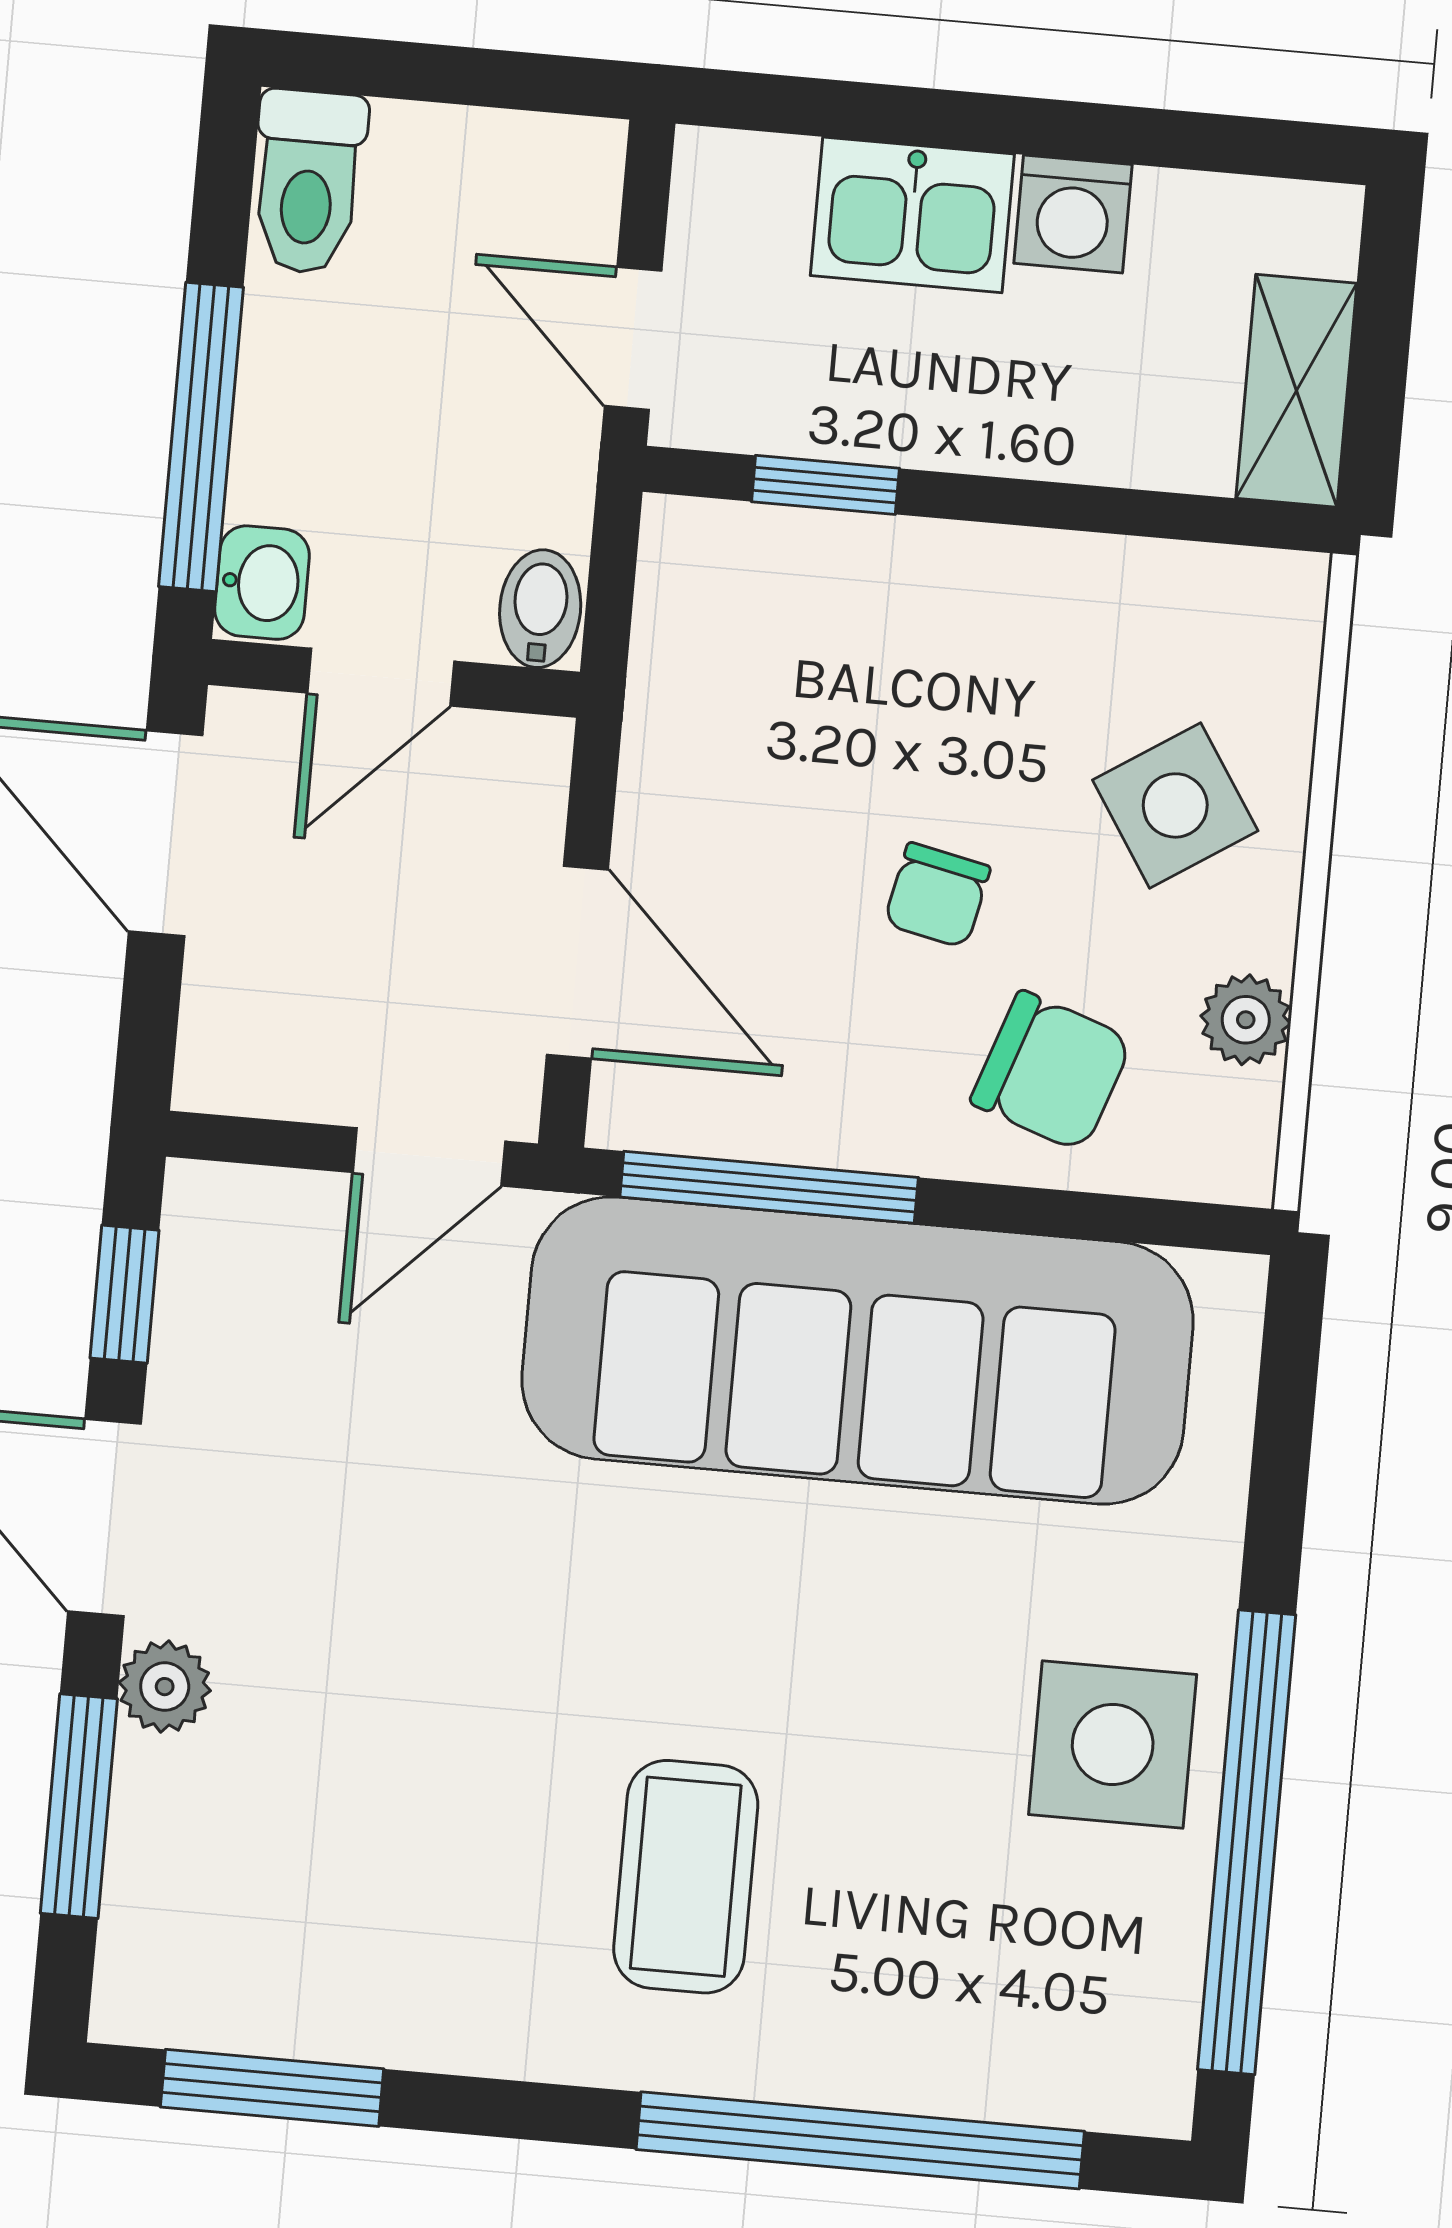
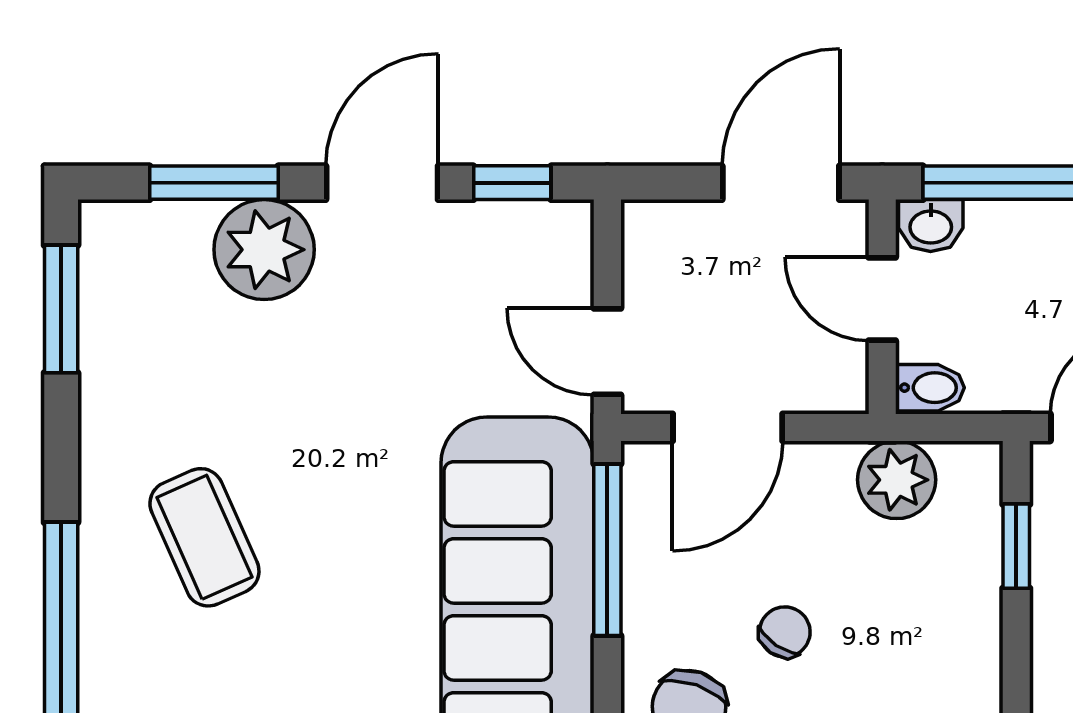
plant: (693, 680) -> (897, 480), added
chair: (937, 895) -> (785, 632), turned 112
plant: (165, 1687) -> (264, 250), width x1.88, depth x1.88
coffee table: (686, 1877) -> (204, 537), turned 66

